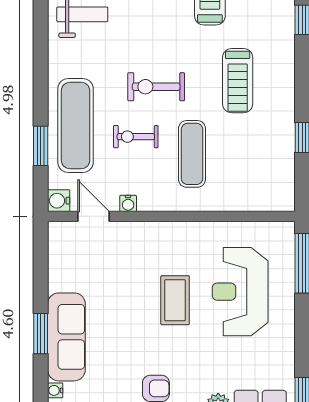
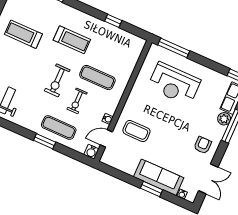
exercise mat: (76, 125) -> (59, 128), width x0.73, depth x0.69
window: (41, 146) -> (45, 141), moved
coffee table: (175, 300) -> (136, 131), moved

